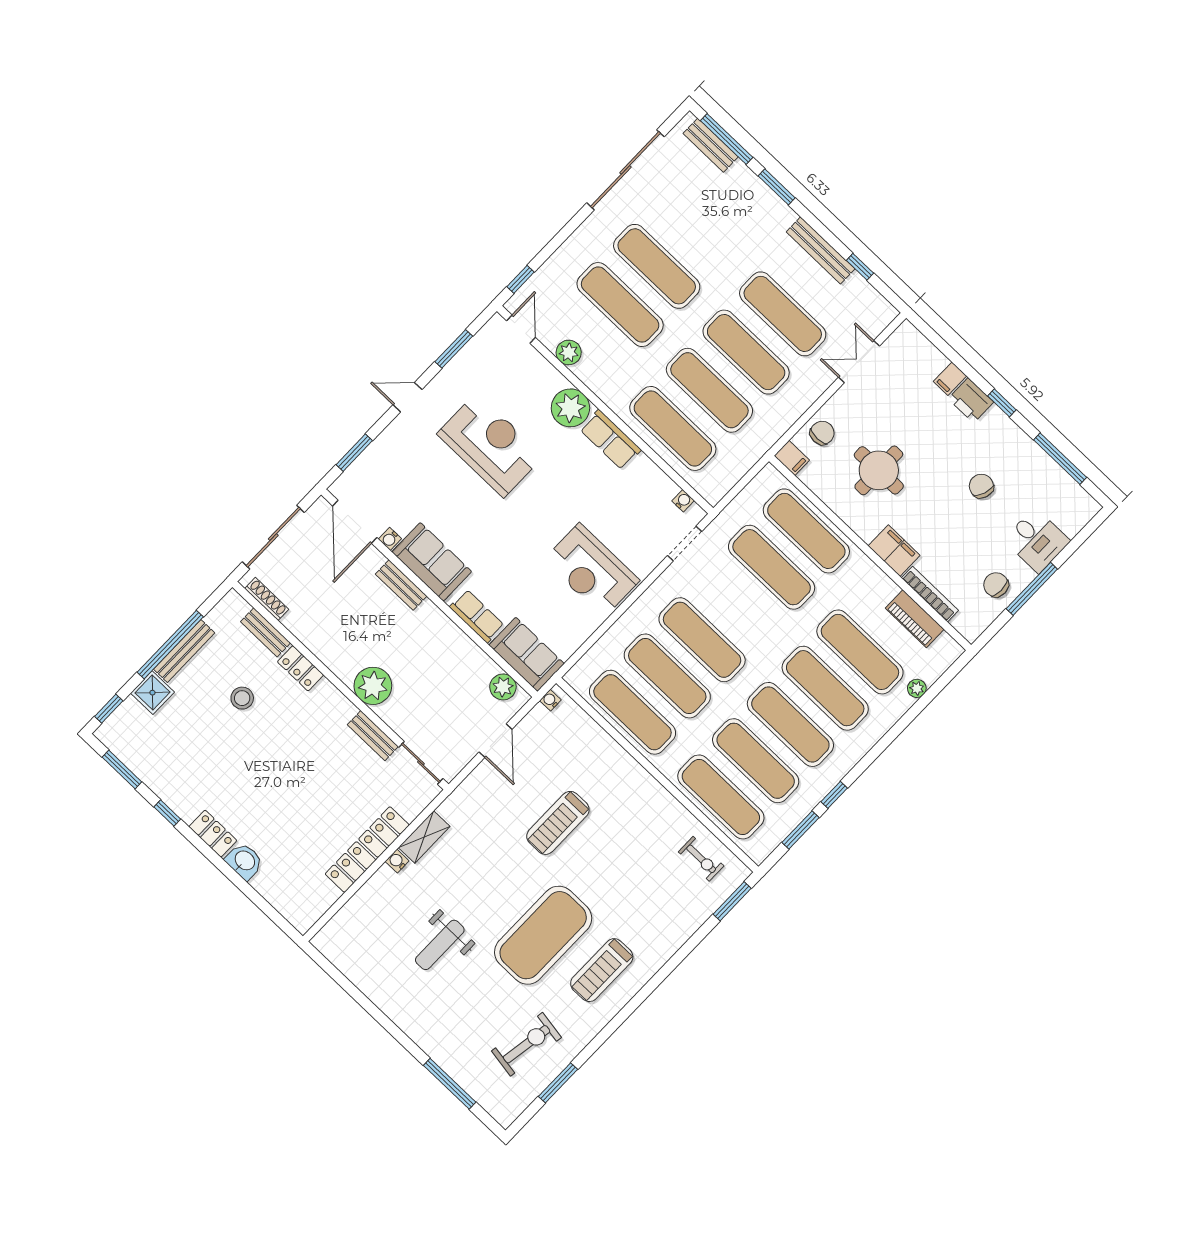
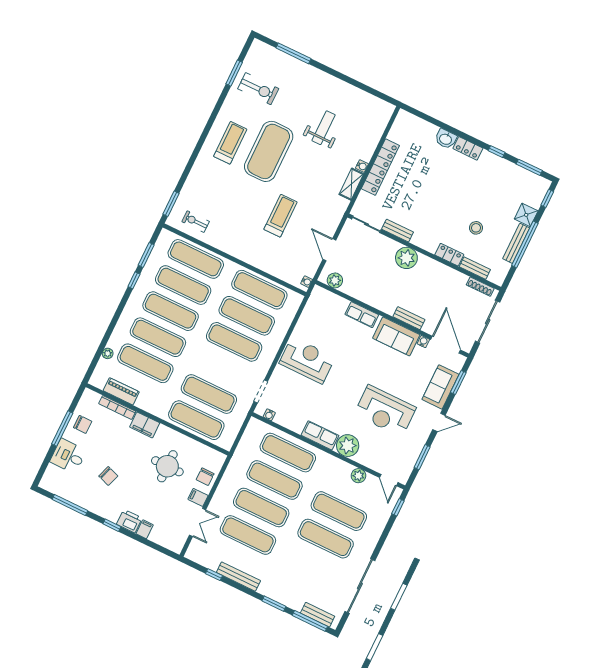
filing cabinet: (792, 458) -> (198, 497), moved
sofa: (527, 654) -> (440, 387), moved, turned 90
exercise bike: (527, 1044) -> (258, 89), turned -99

